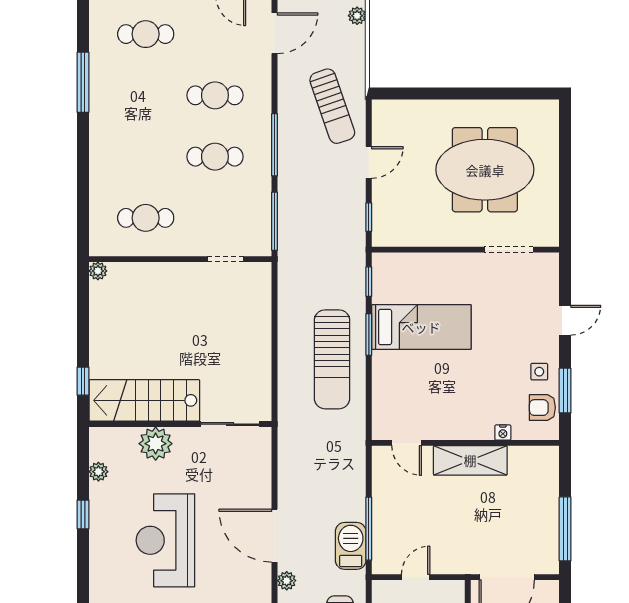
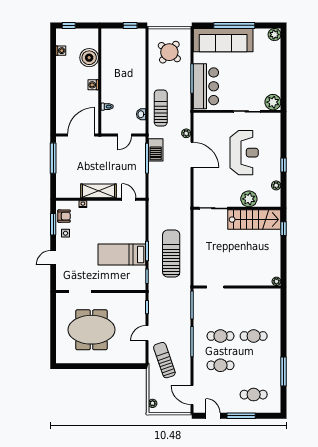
door: (275, 33) -> (192, 395), hinge flipped
cafe table: (146, 218) -> (254, 336), moved
sun lounger: (332, 359) -> (171, 253), moved

